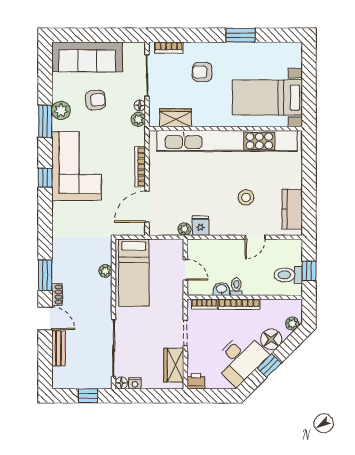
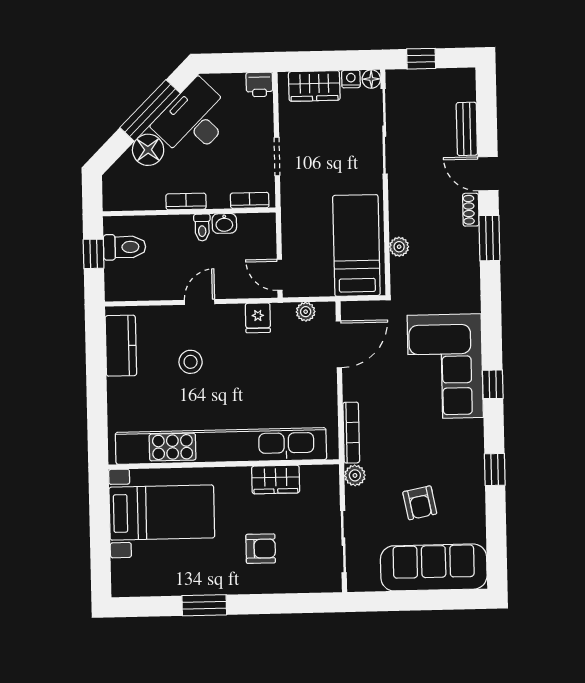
bookcase: (169, 48) -> (312, 584), removed
armchair: (95, 100) -> (420, 503), turned -95
floor lamp: (140, 105) -> (353, 496), removed
plant: (61, 110) -> (471, 486), removed
wardrobe: (176, 118) -> (276, 480), moved
window: (45, 121) -> (495, 469), width x0.67
corner sofa: (76, 166) -> (445, 366), moved
bookcase: (140, 167) -> (351, 433), moved
plant: (185, 229) -> (306, 312), moved
door: (255, 237) -> (200, 302), moved
door: (185, 270) -> (280, 275), moved
bookcase: (239, 304) -> (186, 201), width x0.64
plant: (292, 324) -> (117, 174), removed
wardrobe: (174, 365) -> (314, 86), moved, turned 90
window: (269, 365) -> (150, 110), width x2.17

